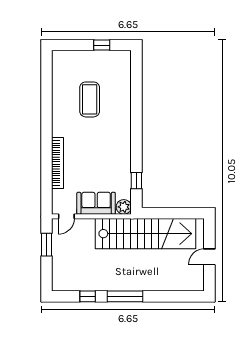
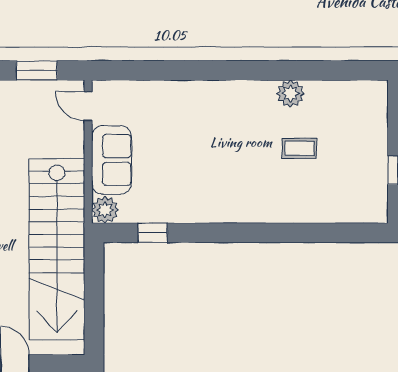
coffee table: (90, 99) -> (299, 148), width x0.54, depth x0.58
plant: (59, 104) -> (290, 94), added
bookcase: (58, 163) -> (184, 90), removed

